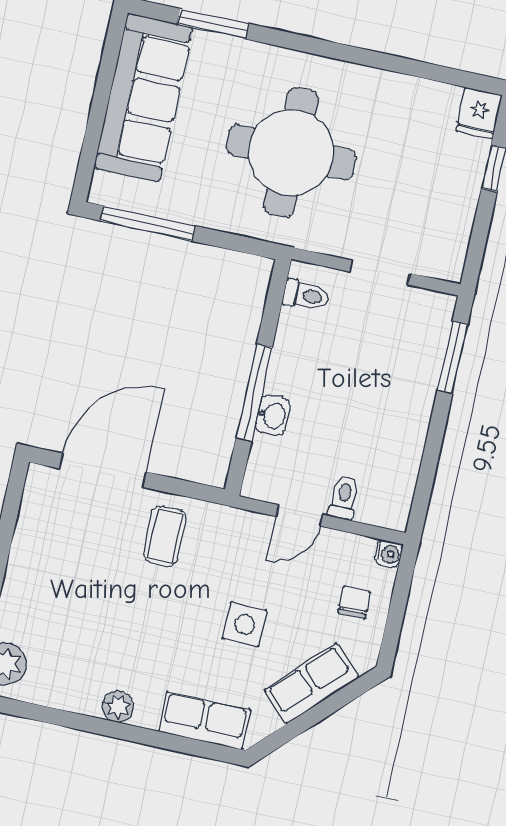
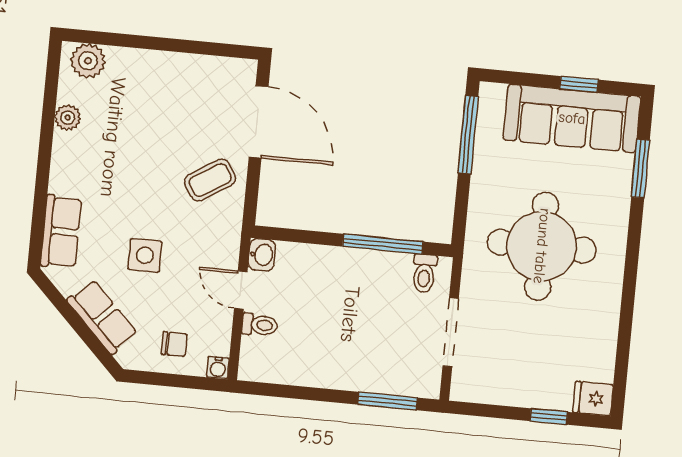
window: (104, 84) -> (579, 84), added
doorway: (380, 272) -> (451, 332), width x1.38
window: (254, 392) -> (383, 244), moved
washbasin: (273, 415) -> (262, 255), moved, turned -90
coffee table: (165, 536) -> (210, 180), turned -32
plant: (118, 707) -> (68, 118), moved

